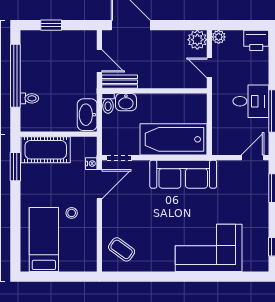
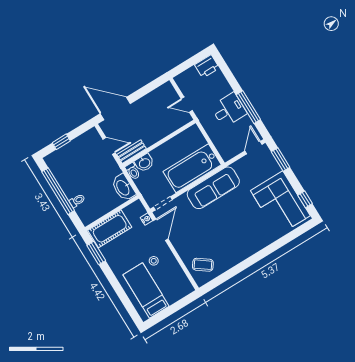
plant: (219, 37) -> (180, 80), removed
plant: (197, 40) -> (167, 91), removed
corner sofa: (209, 248) -> (280, 203), moved, turned -90

